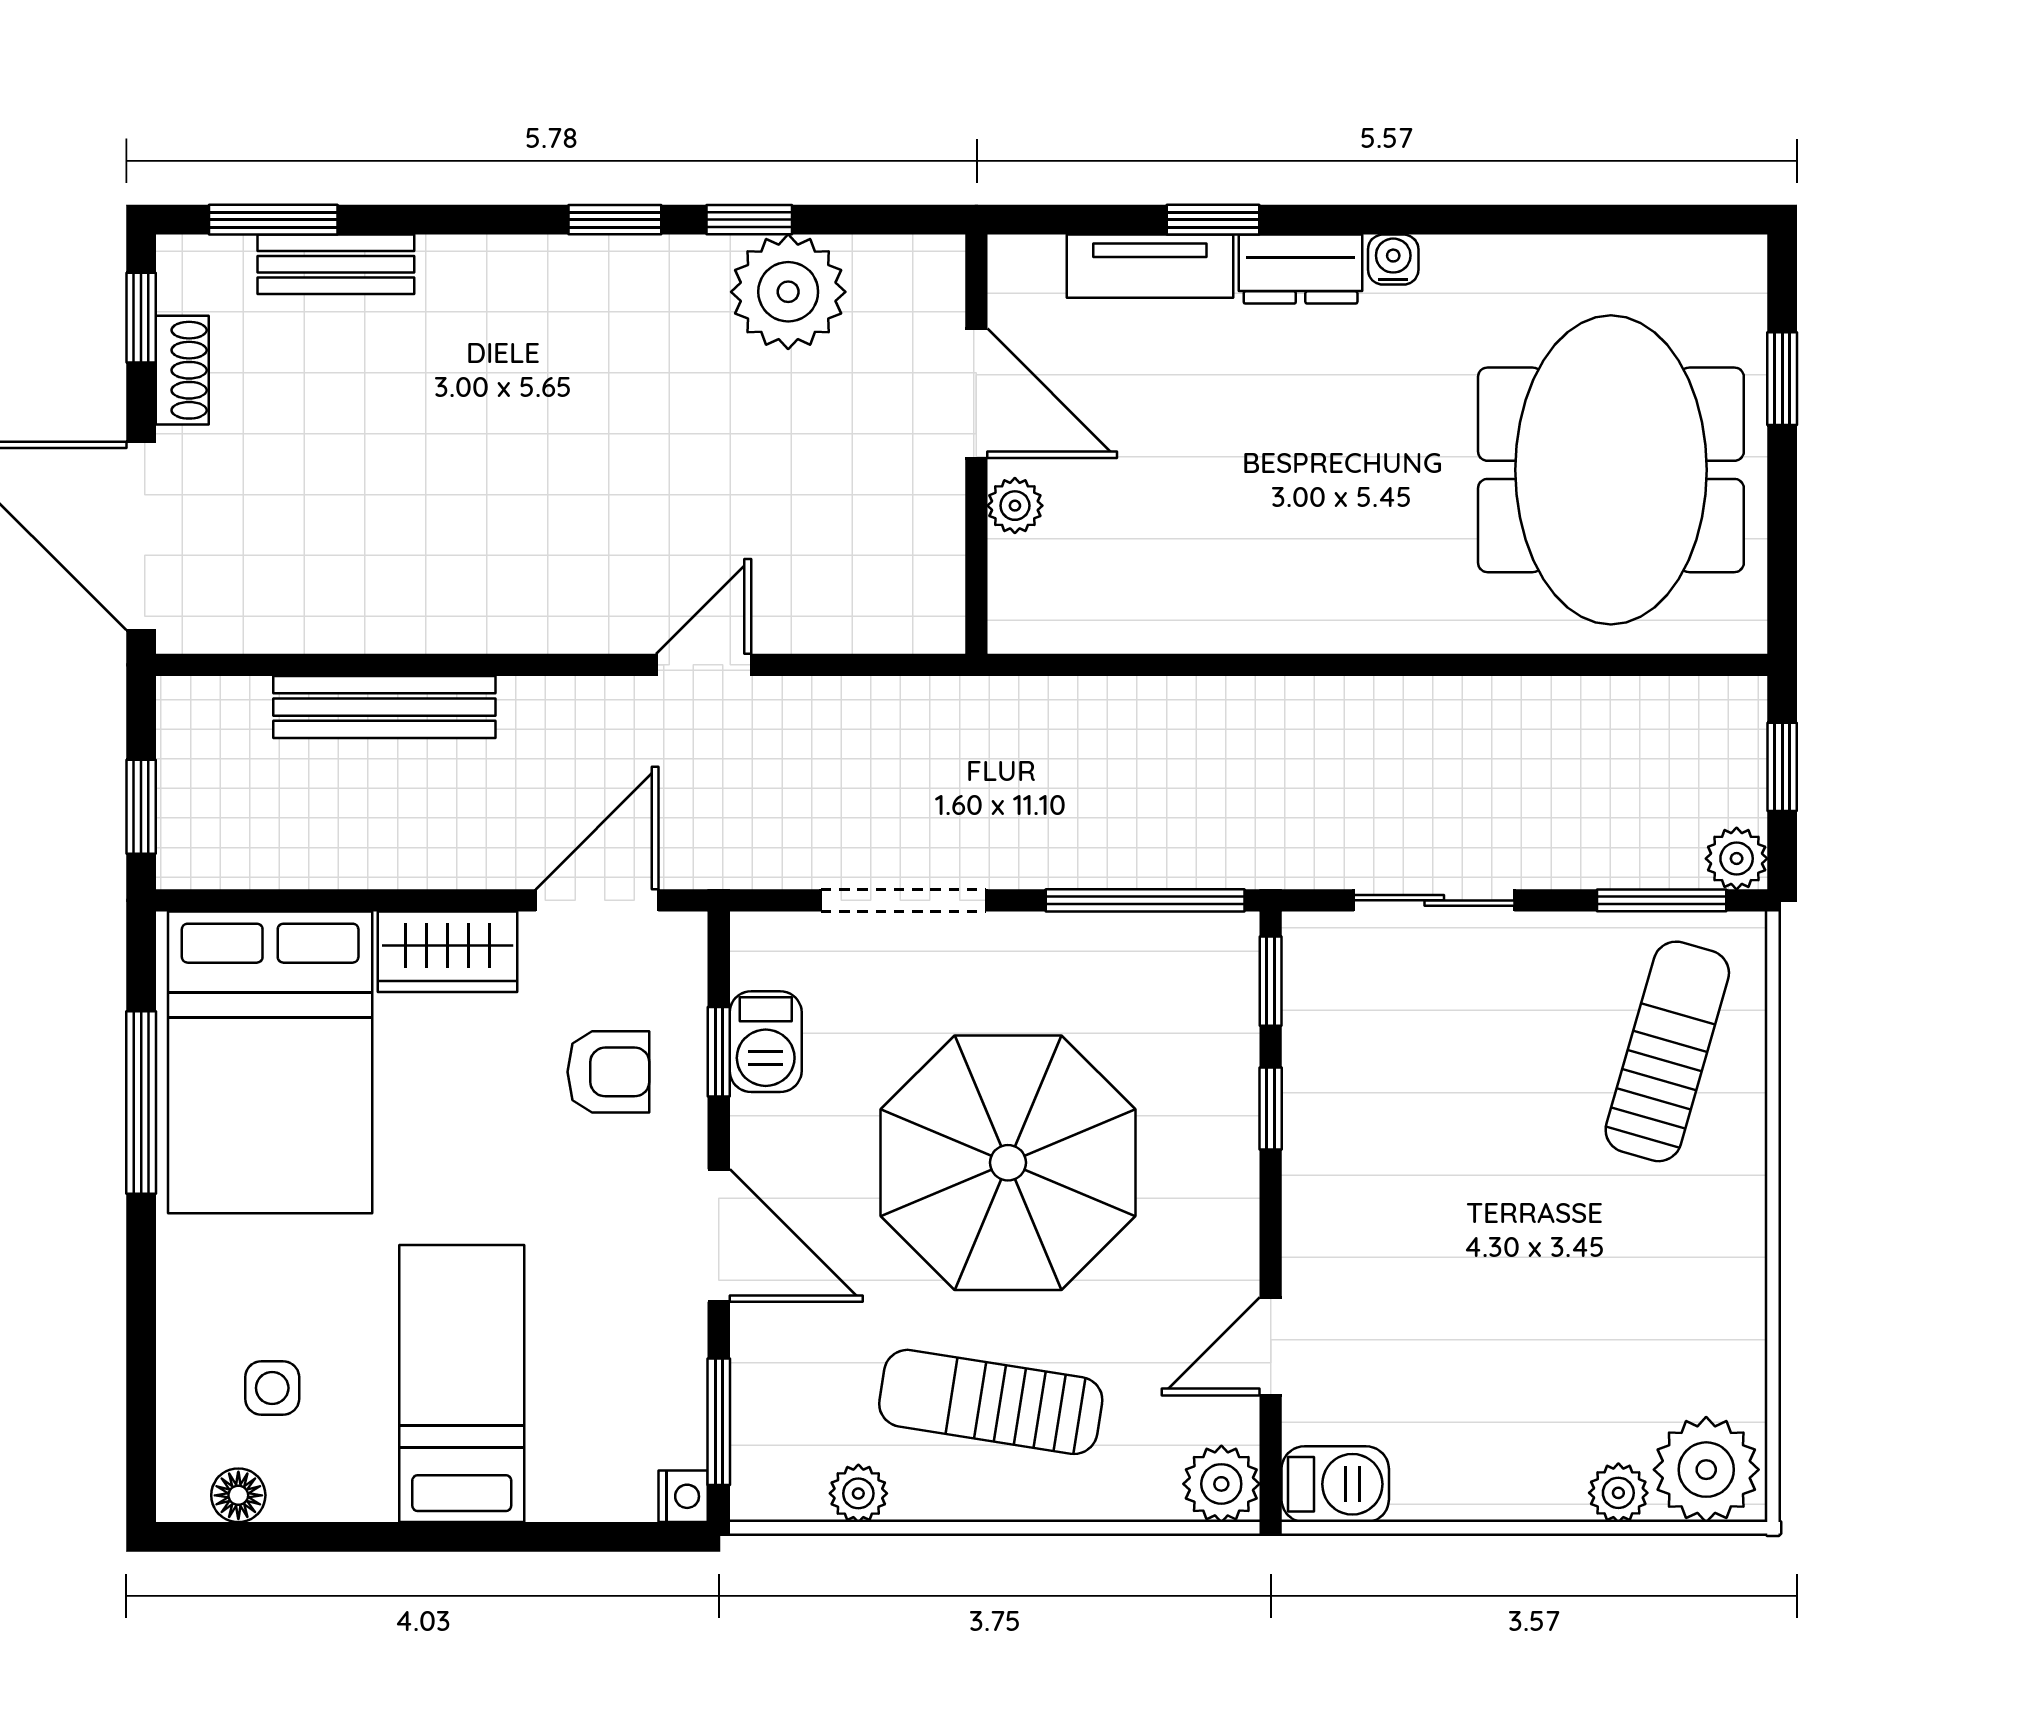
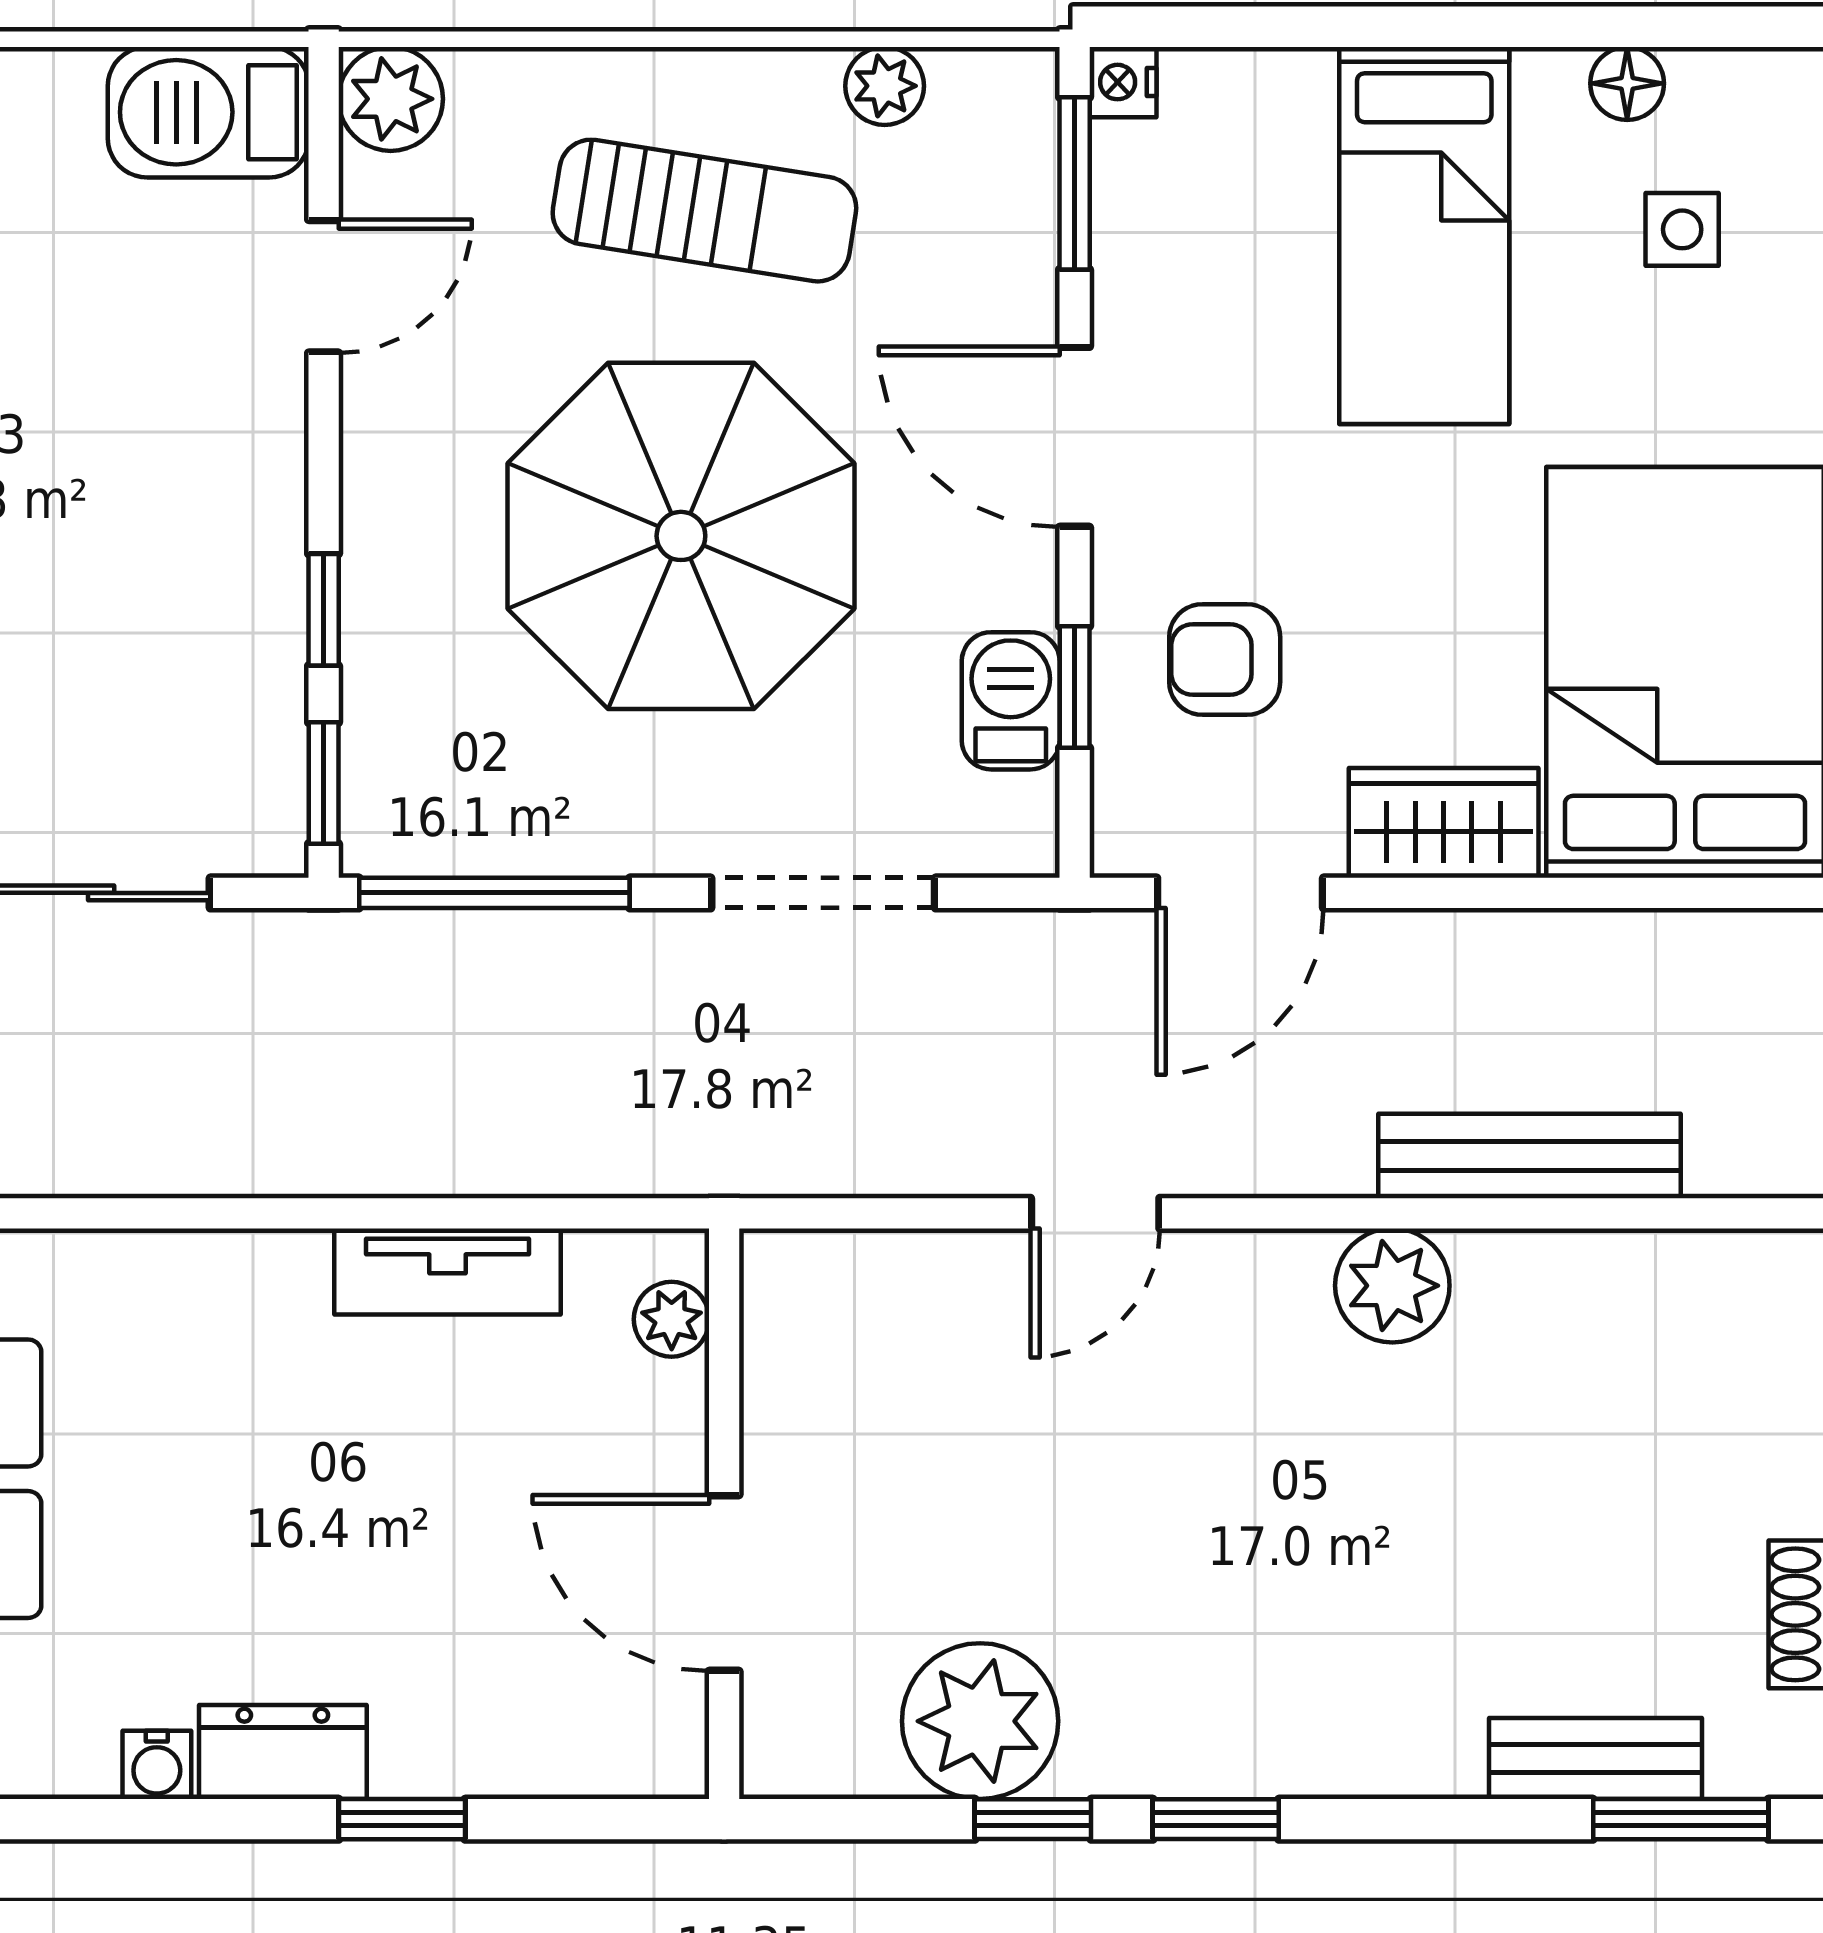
tv unit: (1150, 266) -> (448, 1272), moved, turned 180
plant: (1015, 506) -> (672, 1319), moved
plant: (485, 612) -> (1392, 1286), added
barbecue: (1335, 1484) -> (208, 112), width x1.38, depth x1.27
floor lamp: (238, 1495) -> (1627, 83), moved

